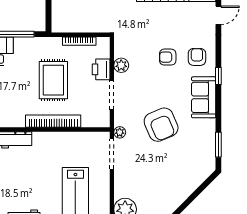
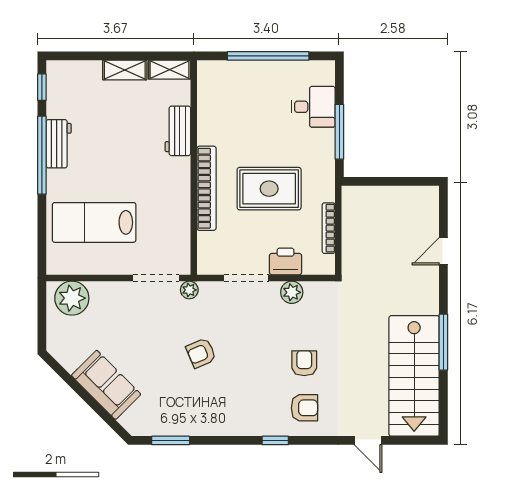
sofa: (204, 97) -> (106, 385), moved, turned 45
armchair: (161, 125) -> (201, 353), width x0.53, depth x0.53

